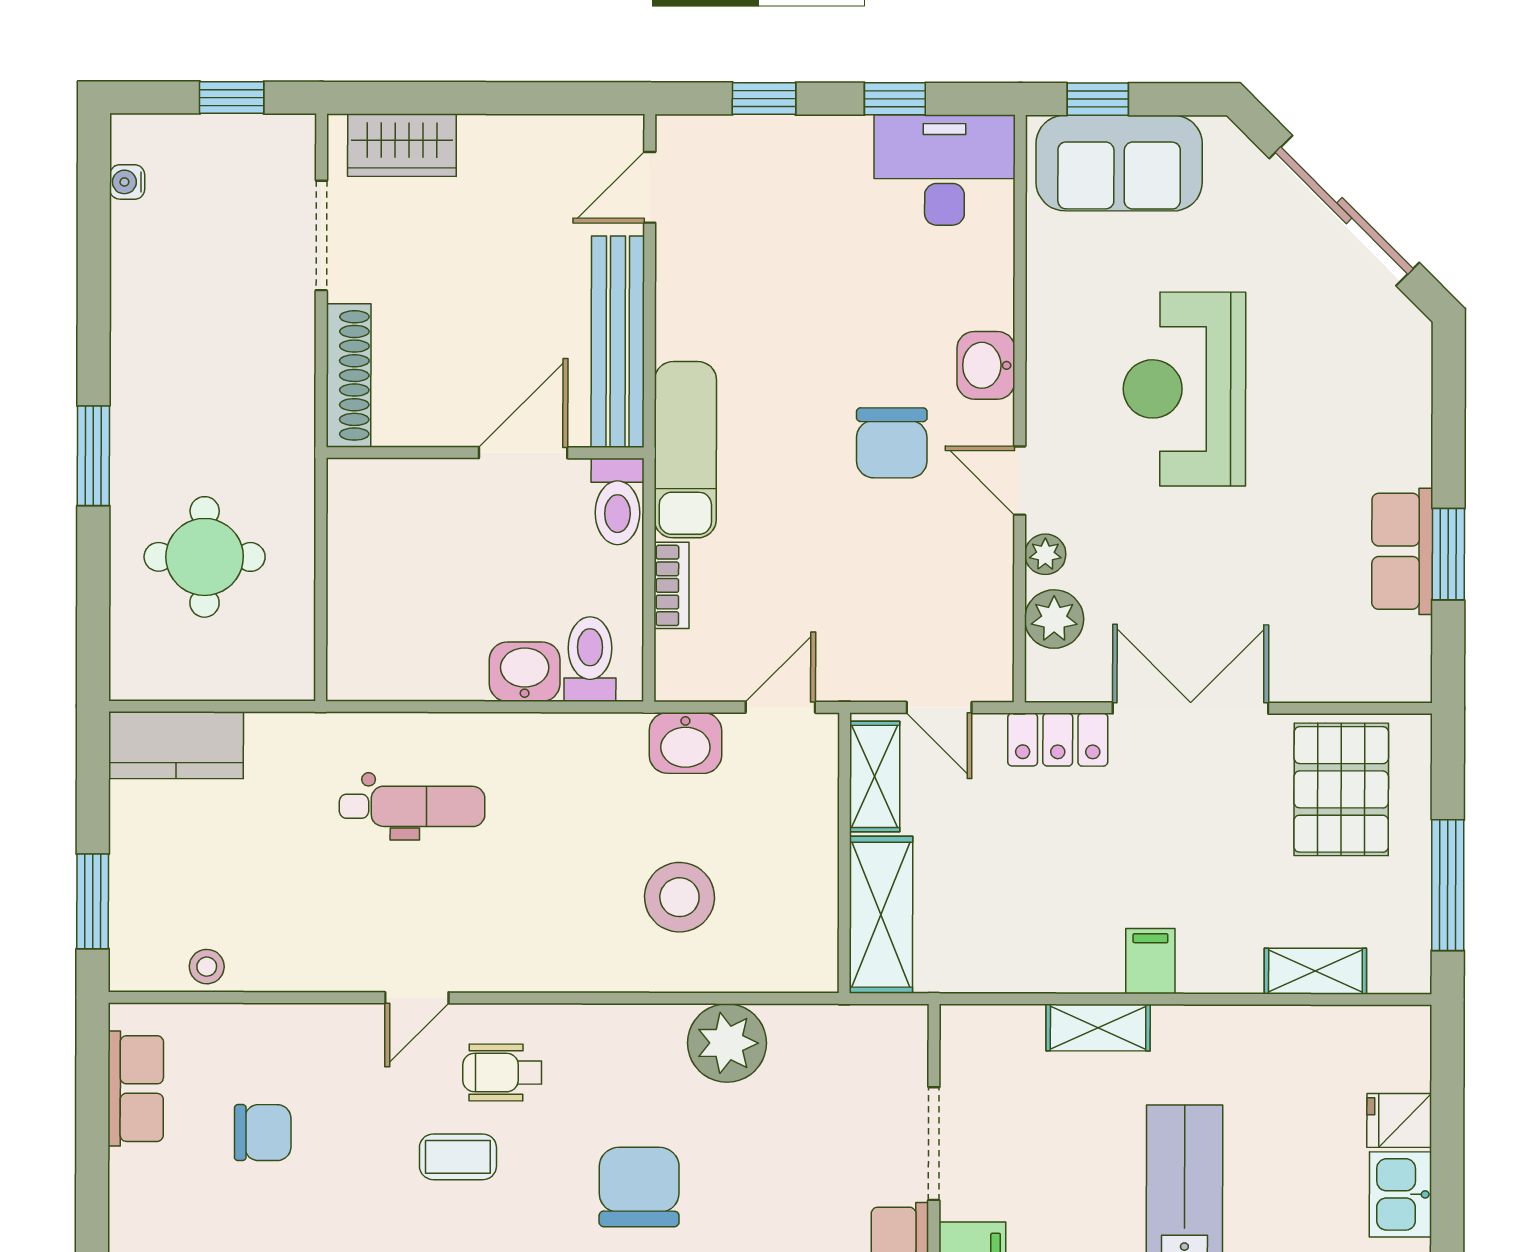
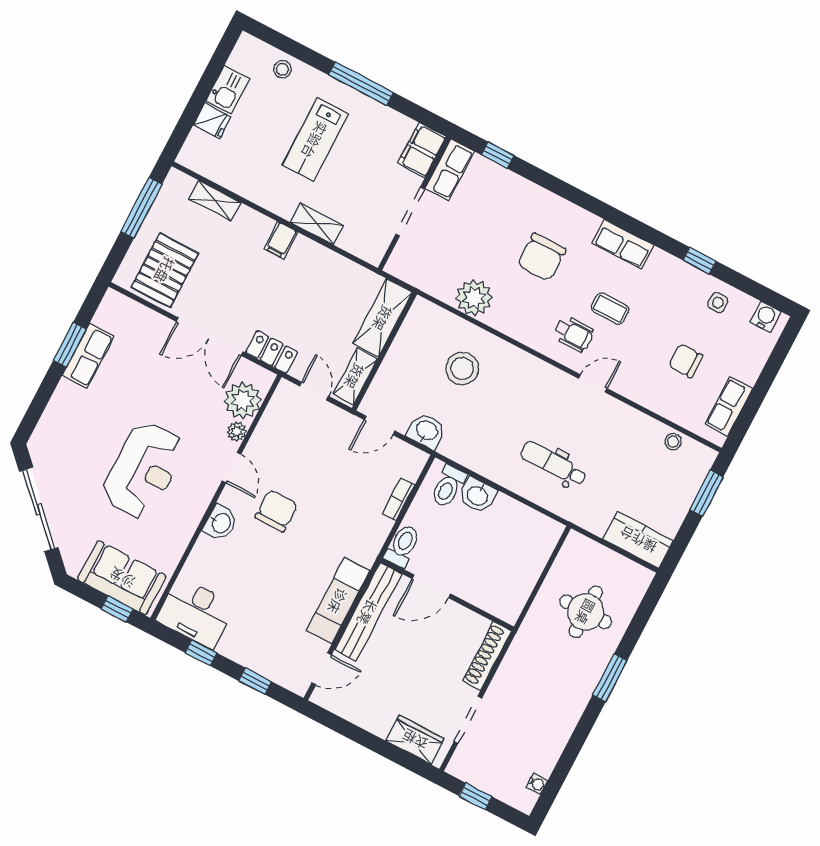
exam couch: (685, 450) -> (338, 601), moved
plant: (1054, 619) -> (243, 401), width x1.36, depth x1.36

